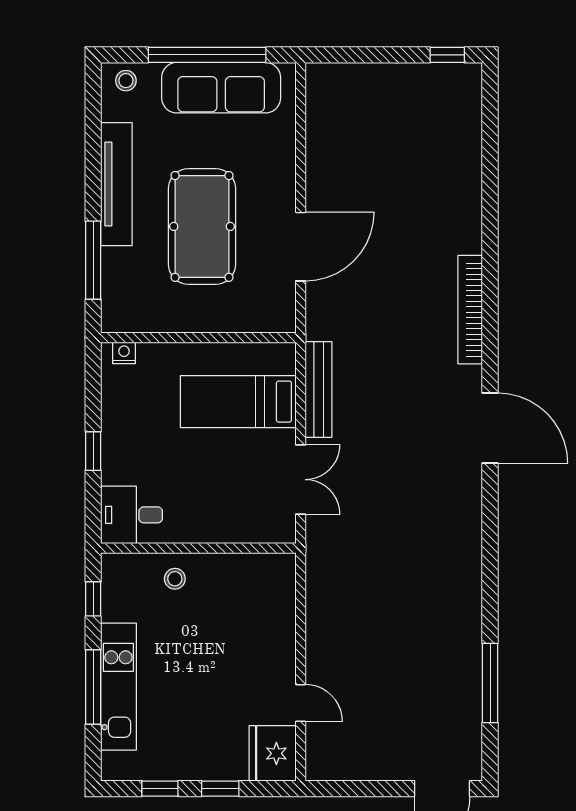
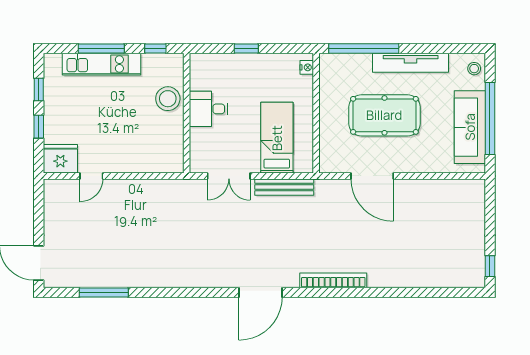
window: (93, 260) -> (364, 48), width x1.46
desk: (131, 515) -> (208, 109), moved, turned -90
stool: (175, 579) -> (168, 99), width x1.89, depth x1.89

